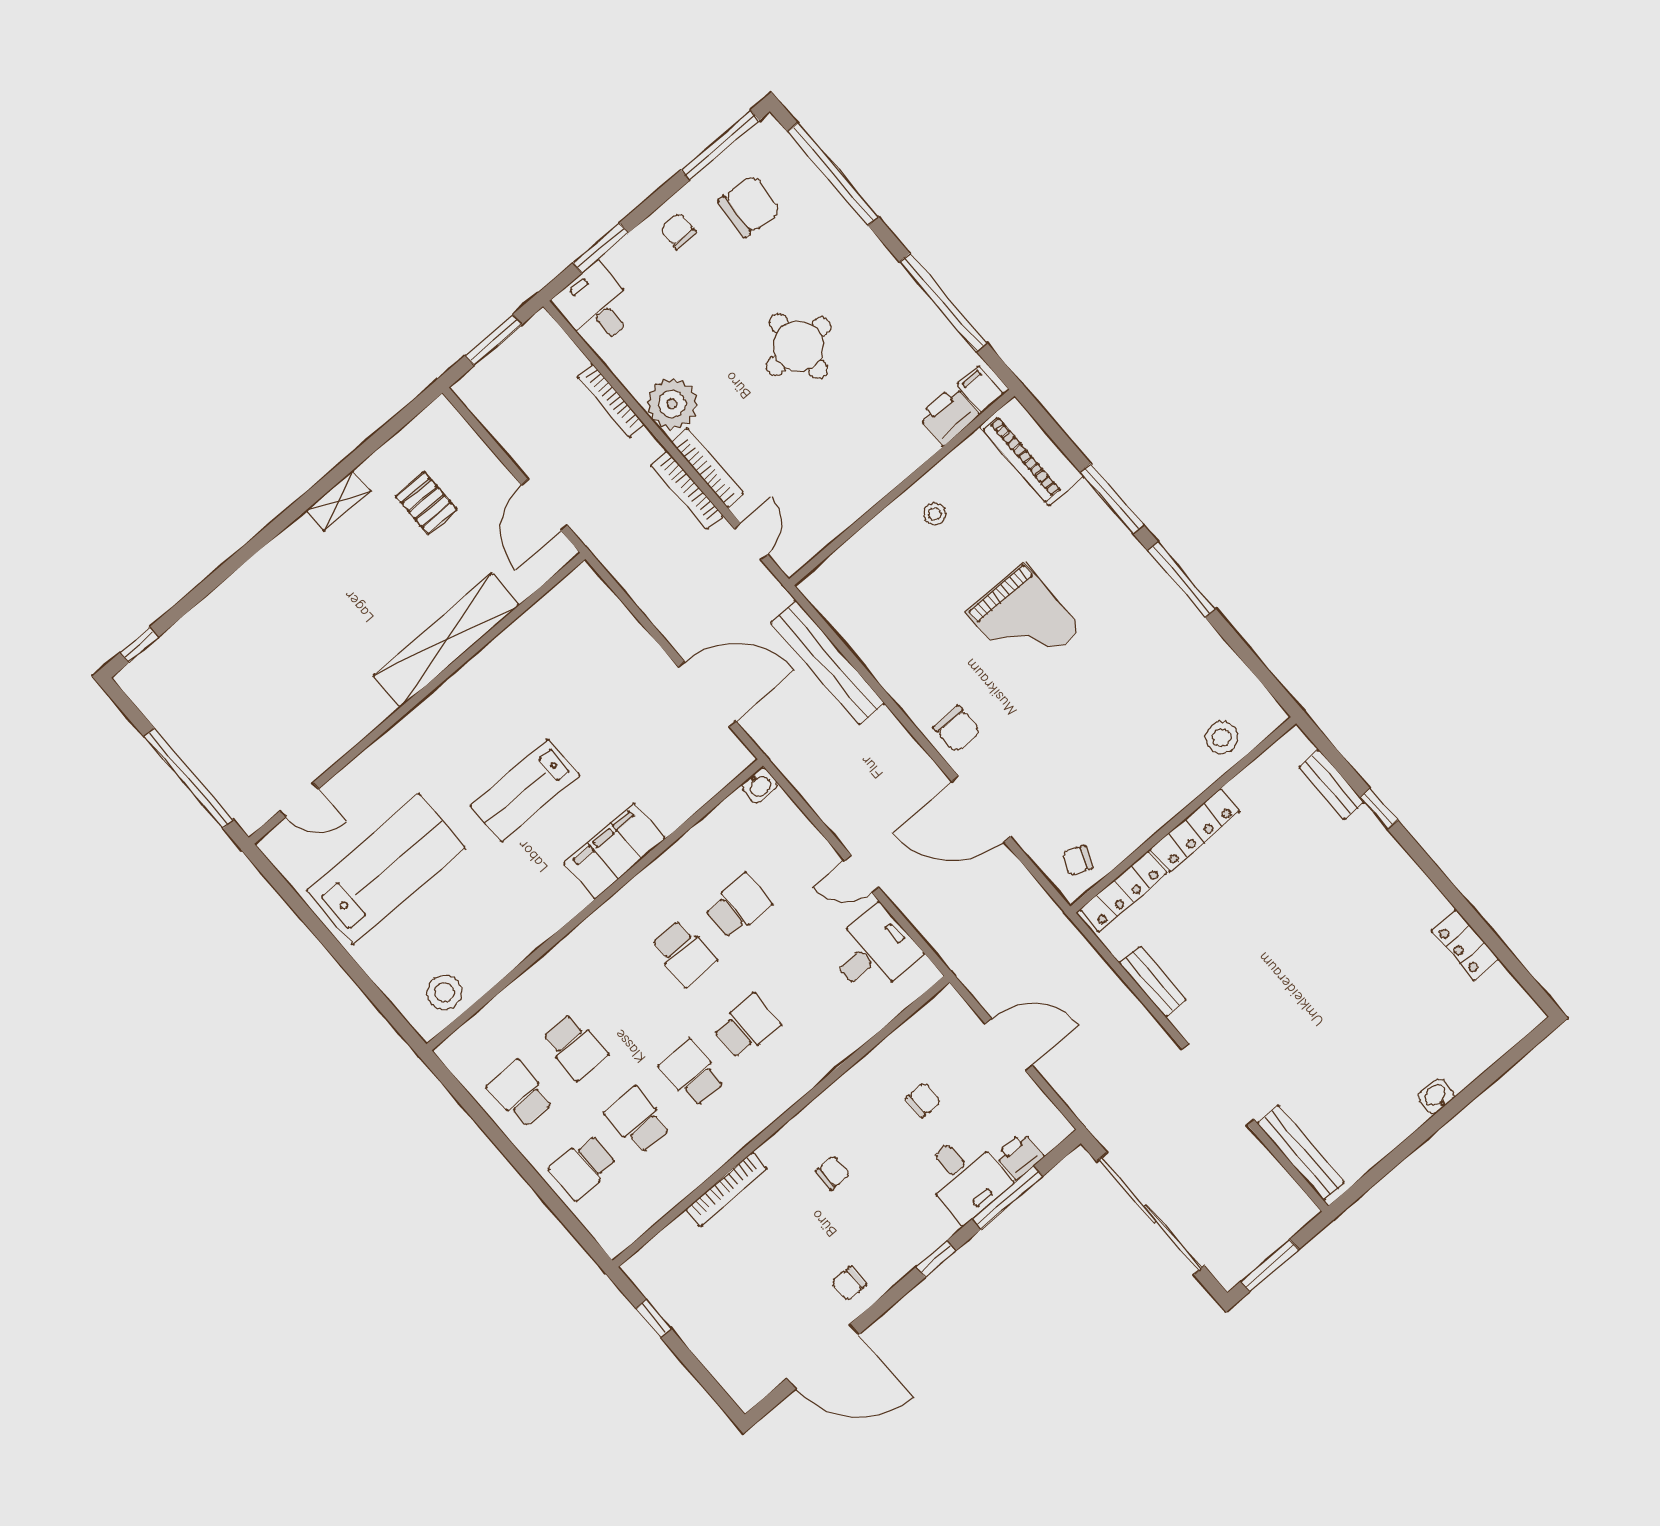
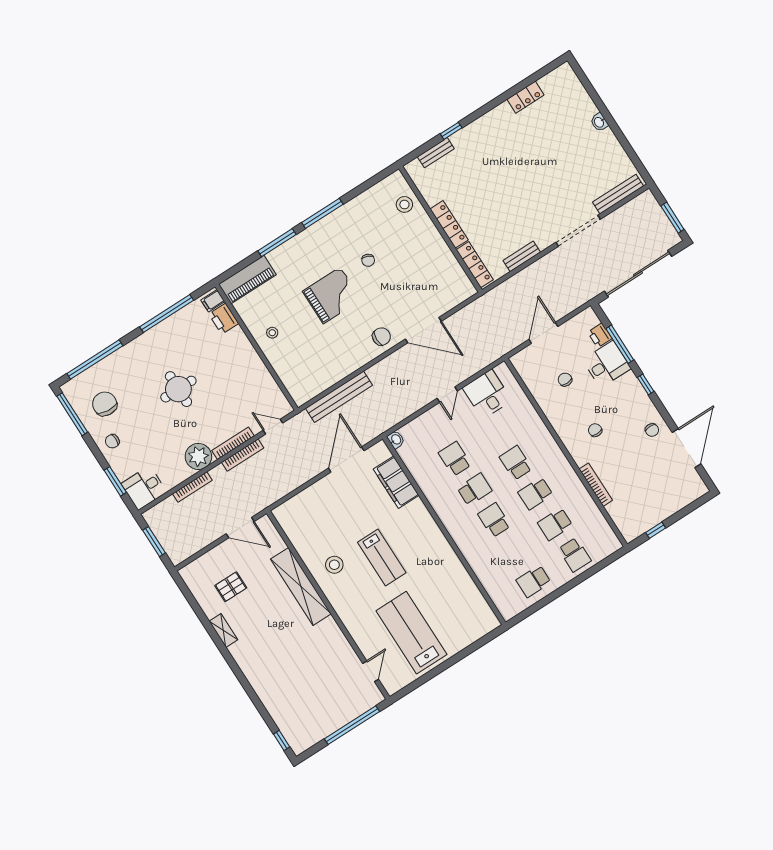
door: (981, 809) -> (423, 330), hinge flipped
filing cabinet: (614, 851) -> (396, 482), moved
chair: (1077, 861) -> (368, 260), moved
stool: (444, 993) -> (334, 565), moved
school desk: (575, 1047) -> (494, 520), moved, turned -90

